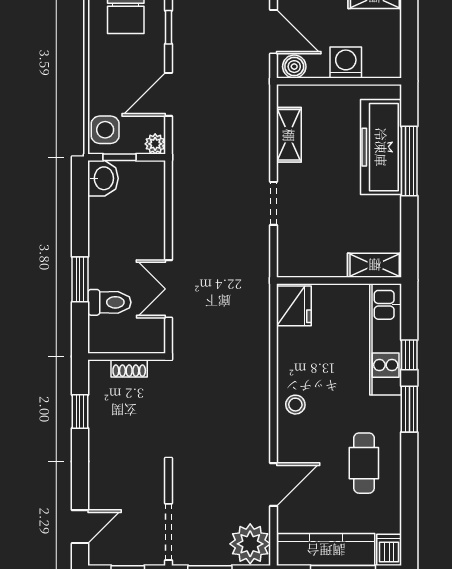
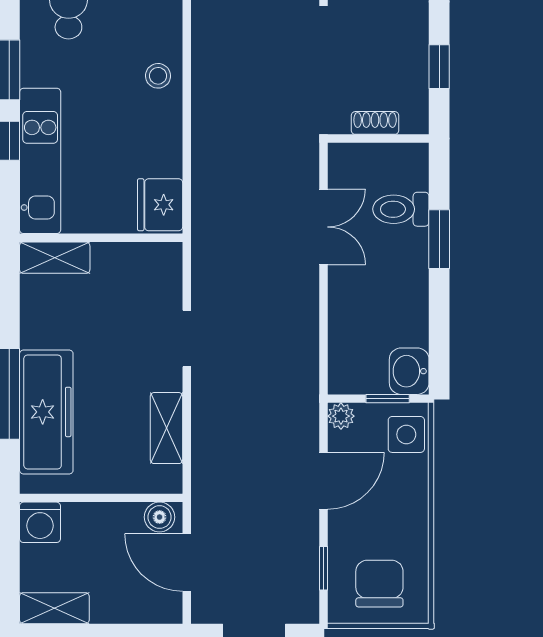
washing machine: (346, 62) -> (40, 522), moved

